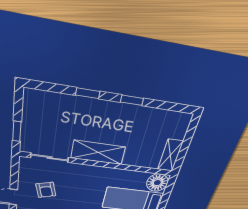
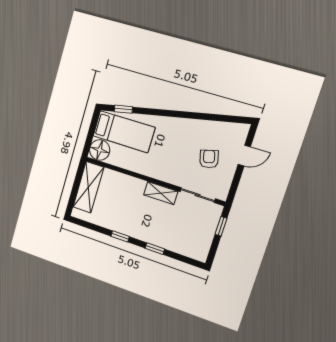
shelving: (98, 152) -> (161, 193), width x0.67, depth x0.75
shelving: (170, 155) -> (88, 187), width x1.50, depth x1.33

